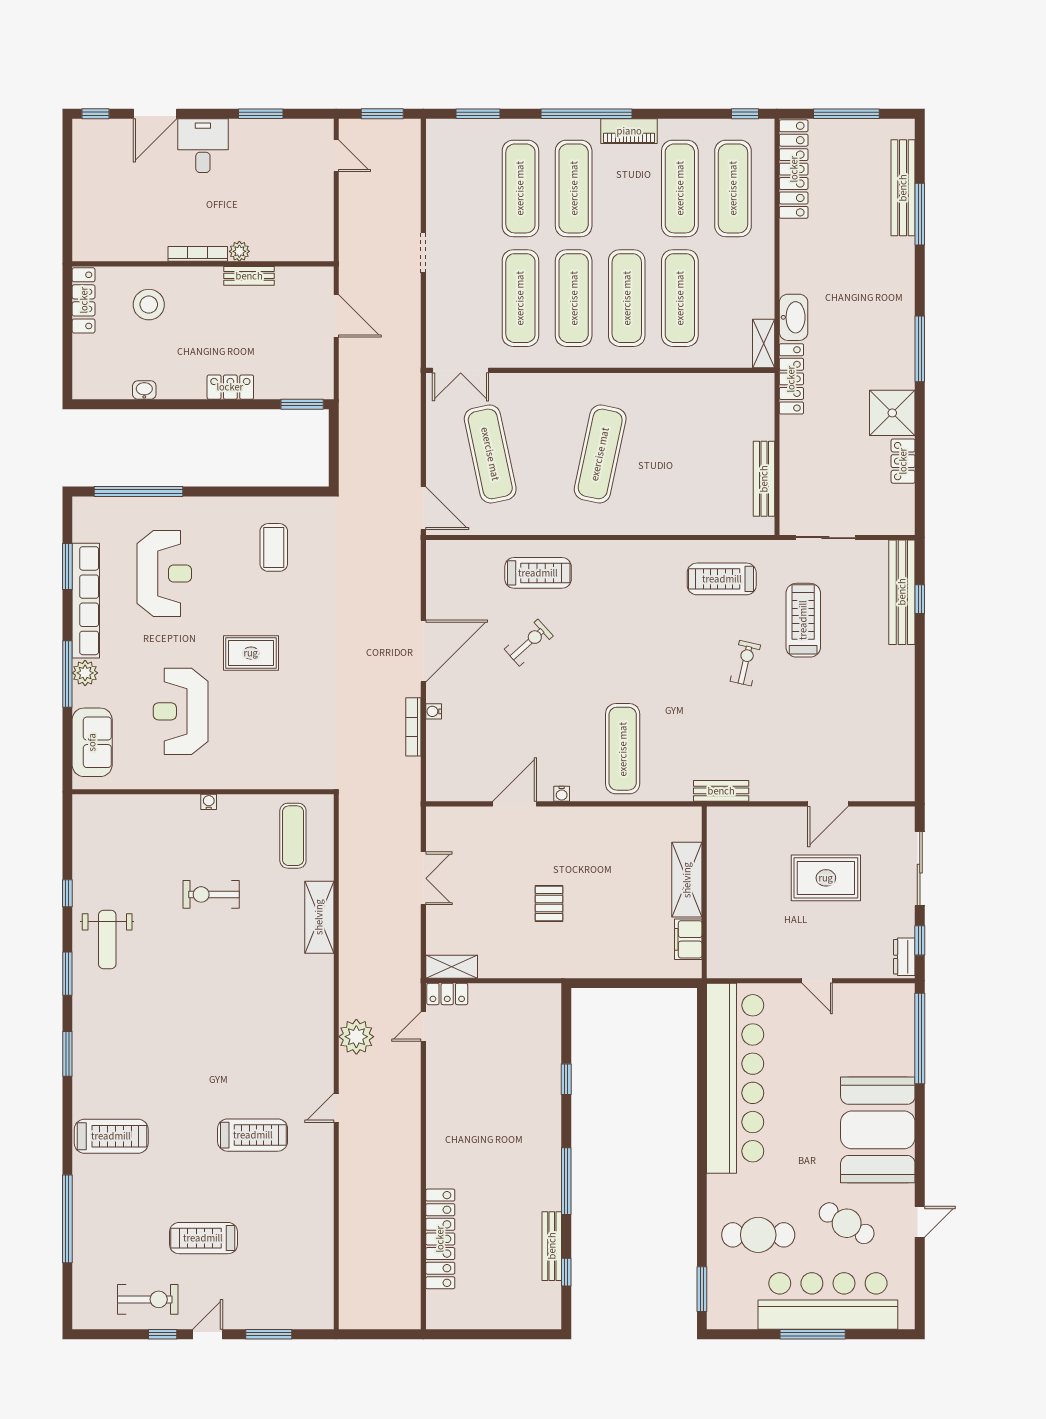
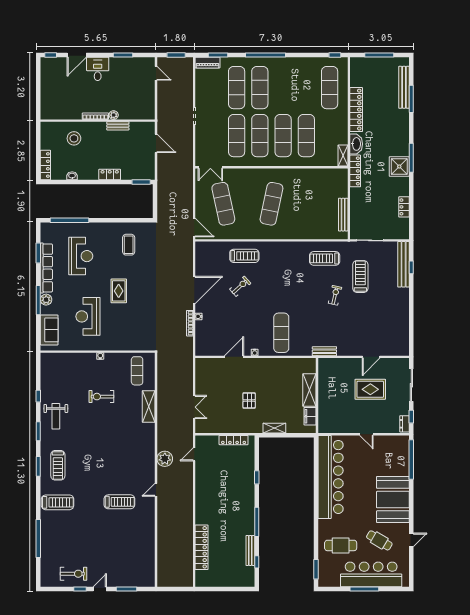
piano: (629, 131) -> (208, 63), moved
locker: (794, 169) -> (356, 110), moved
exercise mat: (680, 188) -> (306, 88), removed
locker: (84, 300) -> (45, 165), moved
shower: (892, 413) -> (399, 167), moved
rug: (251, 653) -> (119, 291), turned 90
double door: (423, 878) -> (194, 407), moved
shelving: (452, 967) -> (274, 428), moved
locker: (447, 994) -> (234, 440), moved, width x1.53
treadmill: (203, 1238) -> (58, 465), moved, turned -90

